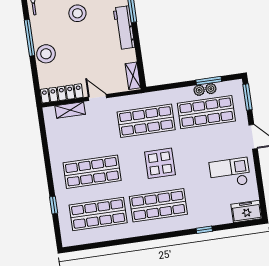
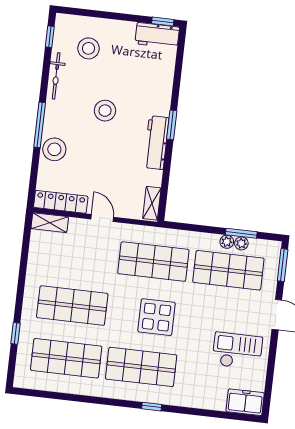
shelving: (70, 110) -> (50, 223), moved
window: (204, 230) -> (152, 407), moved

